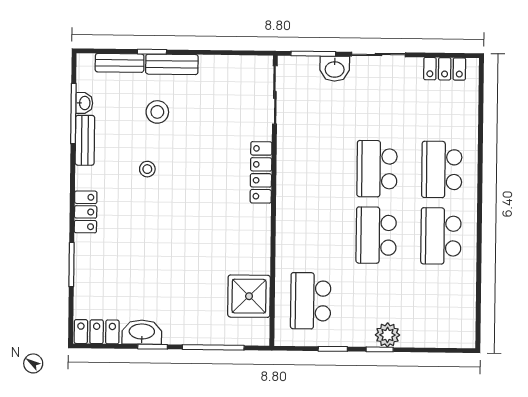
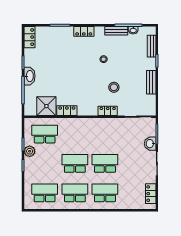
bench: (172, 64) -> (151, 82), moved
stool: (157, 112) -> (114, 87), moved
locker: (261, 172) -> (108, 111), width x0.66
locker: (259, 251) -> (67, 111), added
school desk: (440, 302) -> (45, 193), added
washbasin: (142, 332) -> (29, 76), moved
plant: (387, 335) -> (30, 151), moved

